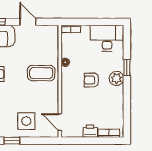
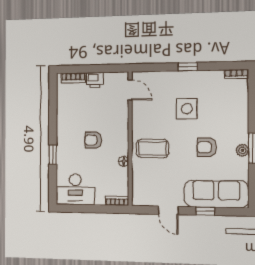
plant: (116, 78) -> (65, 142), removed
armchair: (91, 80) -> (93, 140), turned 180
side table: (26, 121) -> (187, 109), moved

